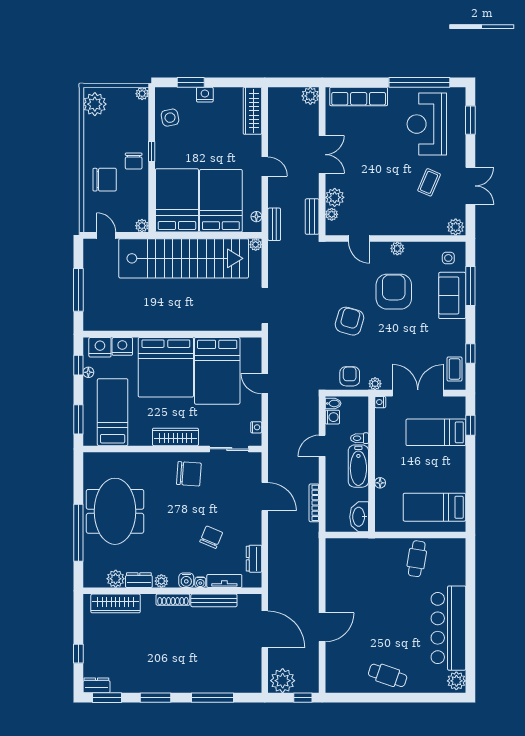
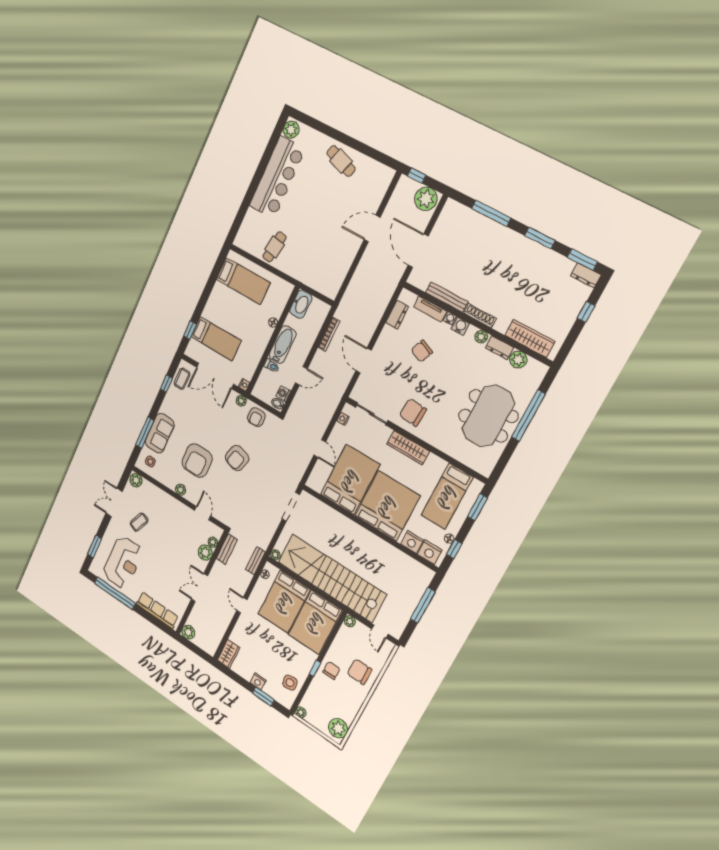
wardrobe: (252, 111) -> (229, 654), width x0.67

